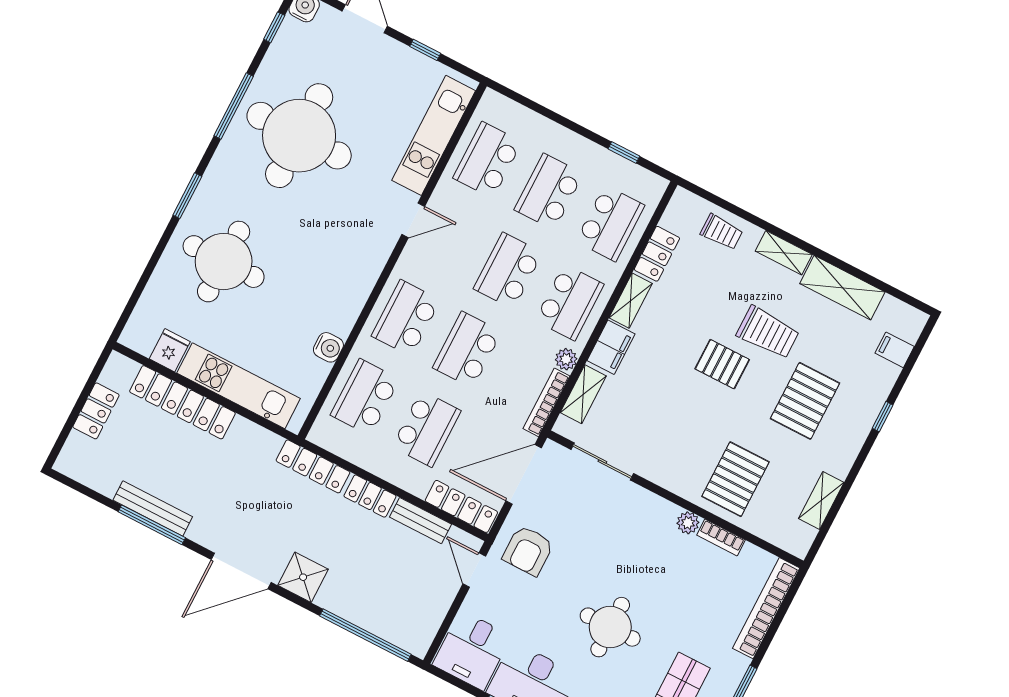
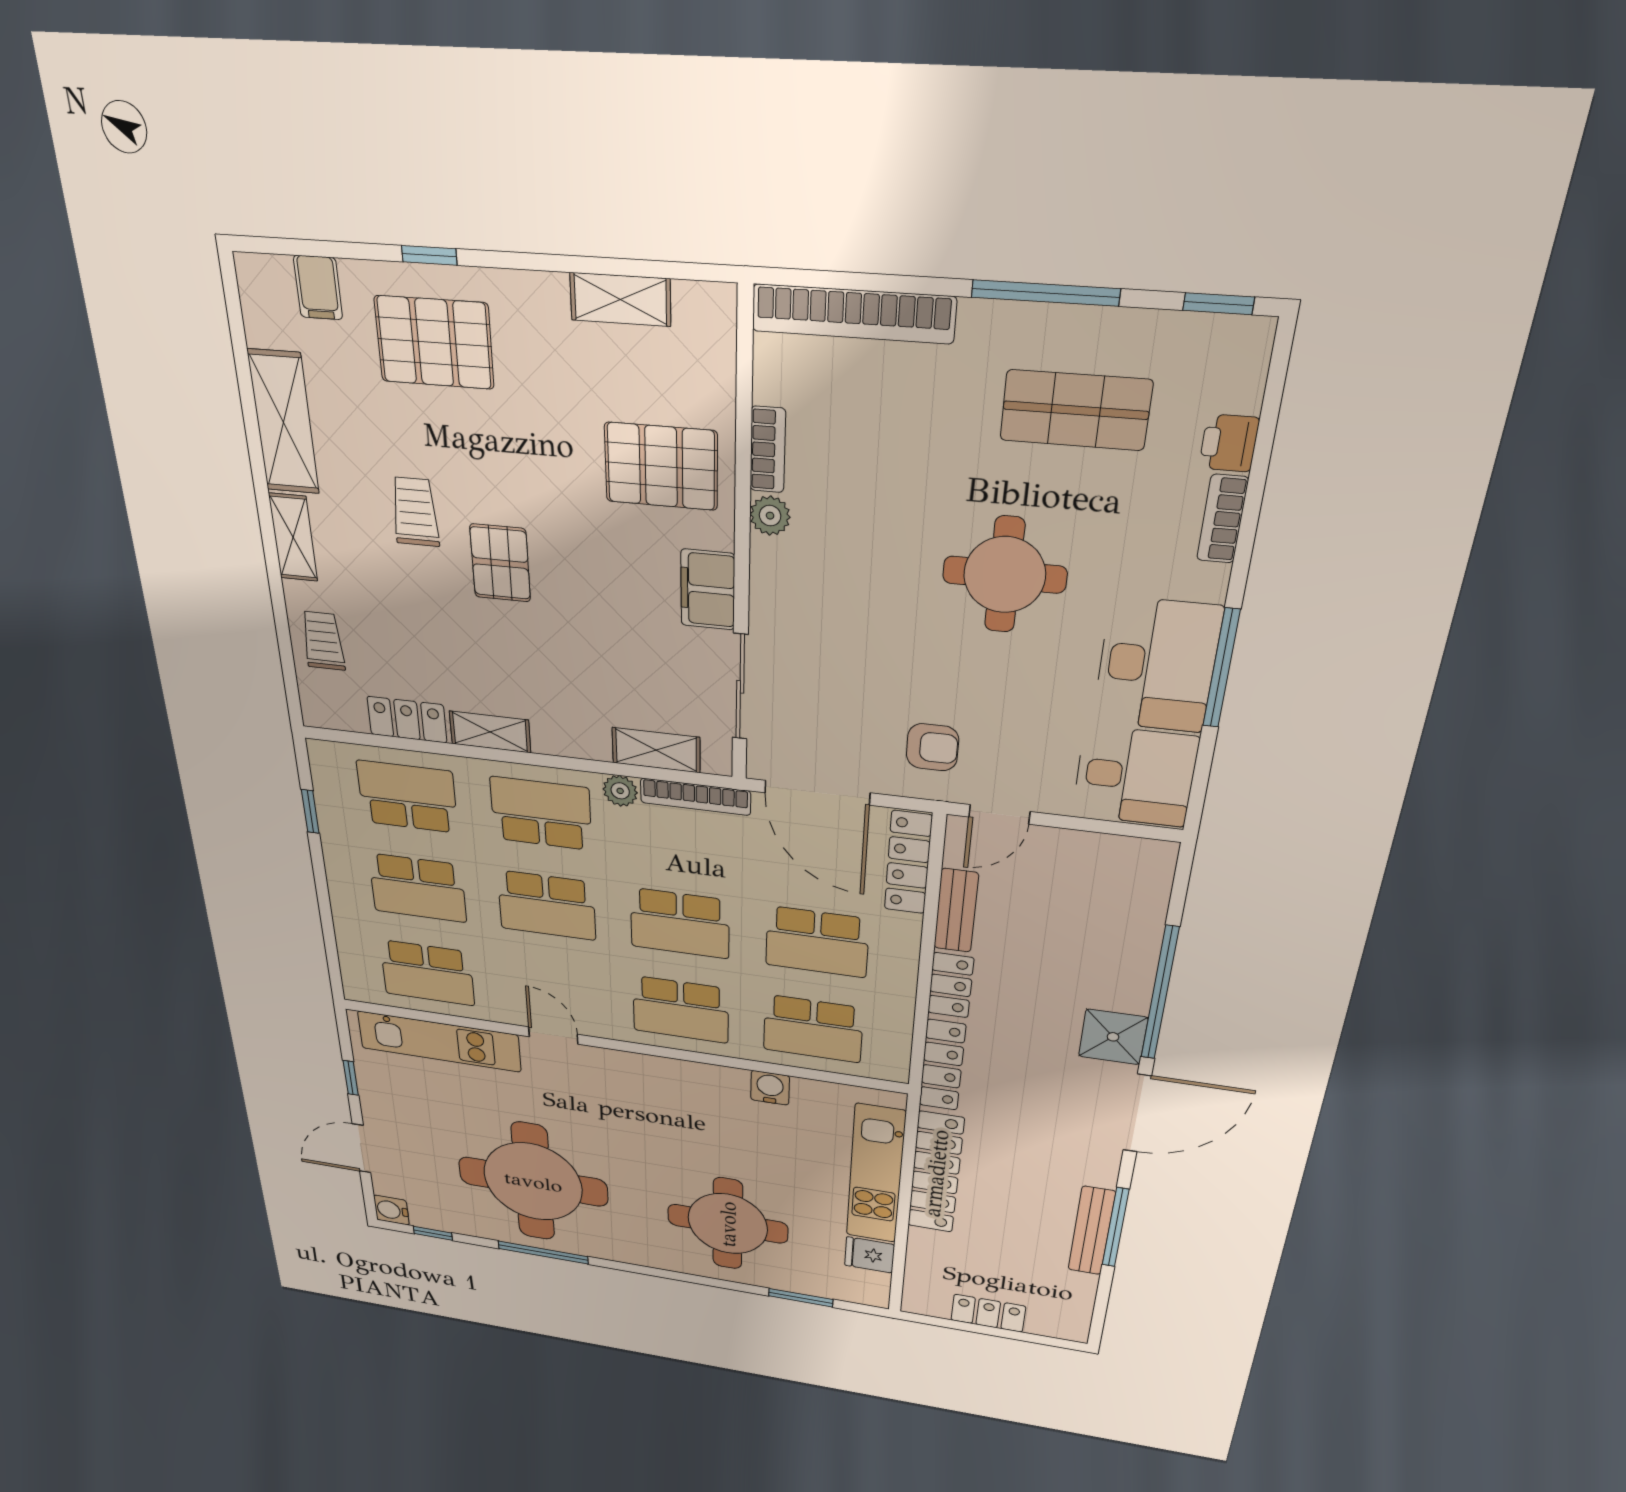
window: (187, 196) -> (801, 1298), moved
trolley: (768, 332) -> (415, 512), width x0.73, depth x0.72
filing cabinet: (611, 347) -> (708, 590), moved, turned -90
pallet: (805, 401) -> (434, 343), moved
locker: (182, 402) -> (936, 1173), moved
school desk: (426, 429) -> (817, 942), turned 180
armchair: (528, 551) -> (932, 747), width x0.72, depth x0.72
door: (241, 571) -> (1137, 1113), hinge flipped
window: (365, 635) -> (1160, 993), moved

